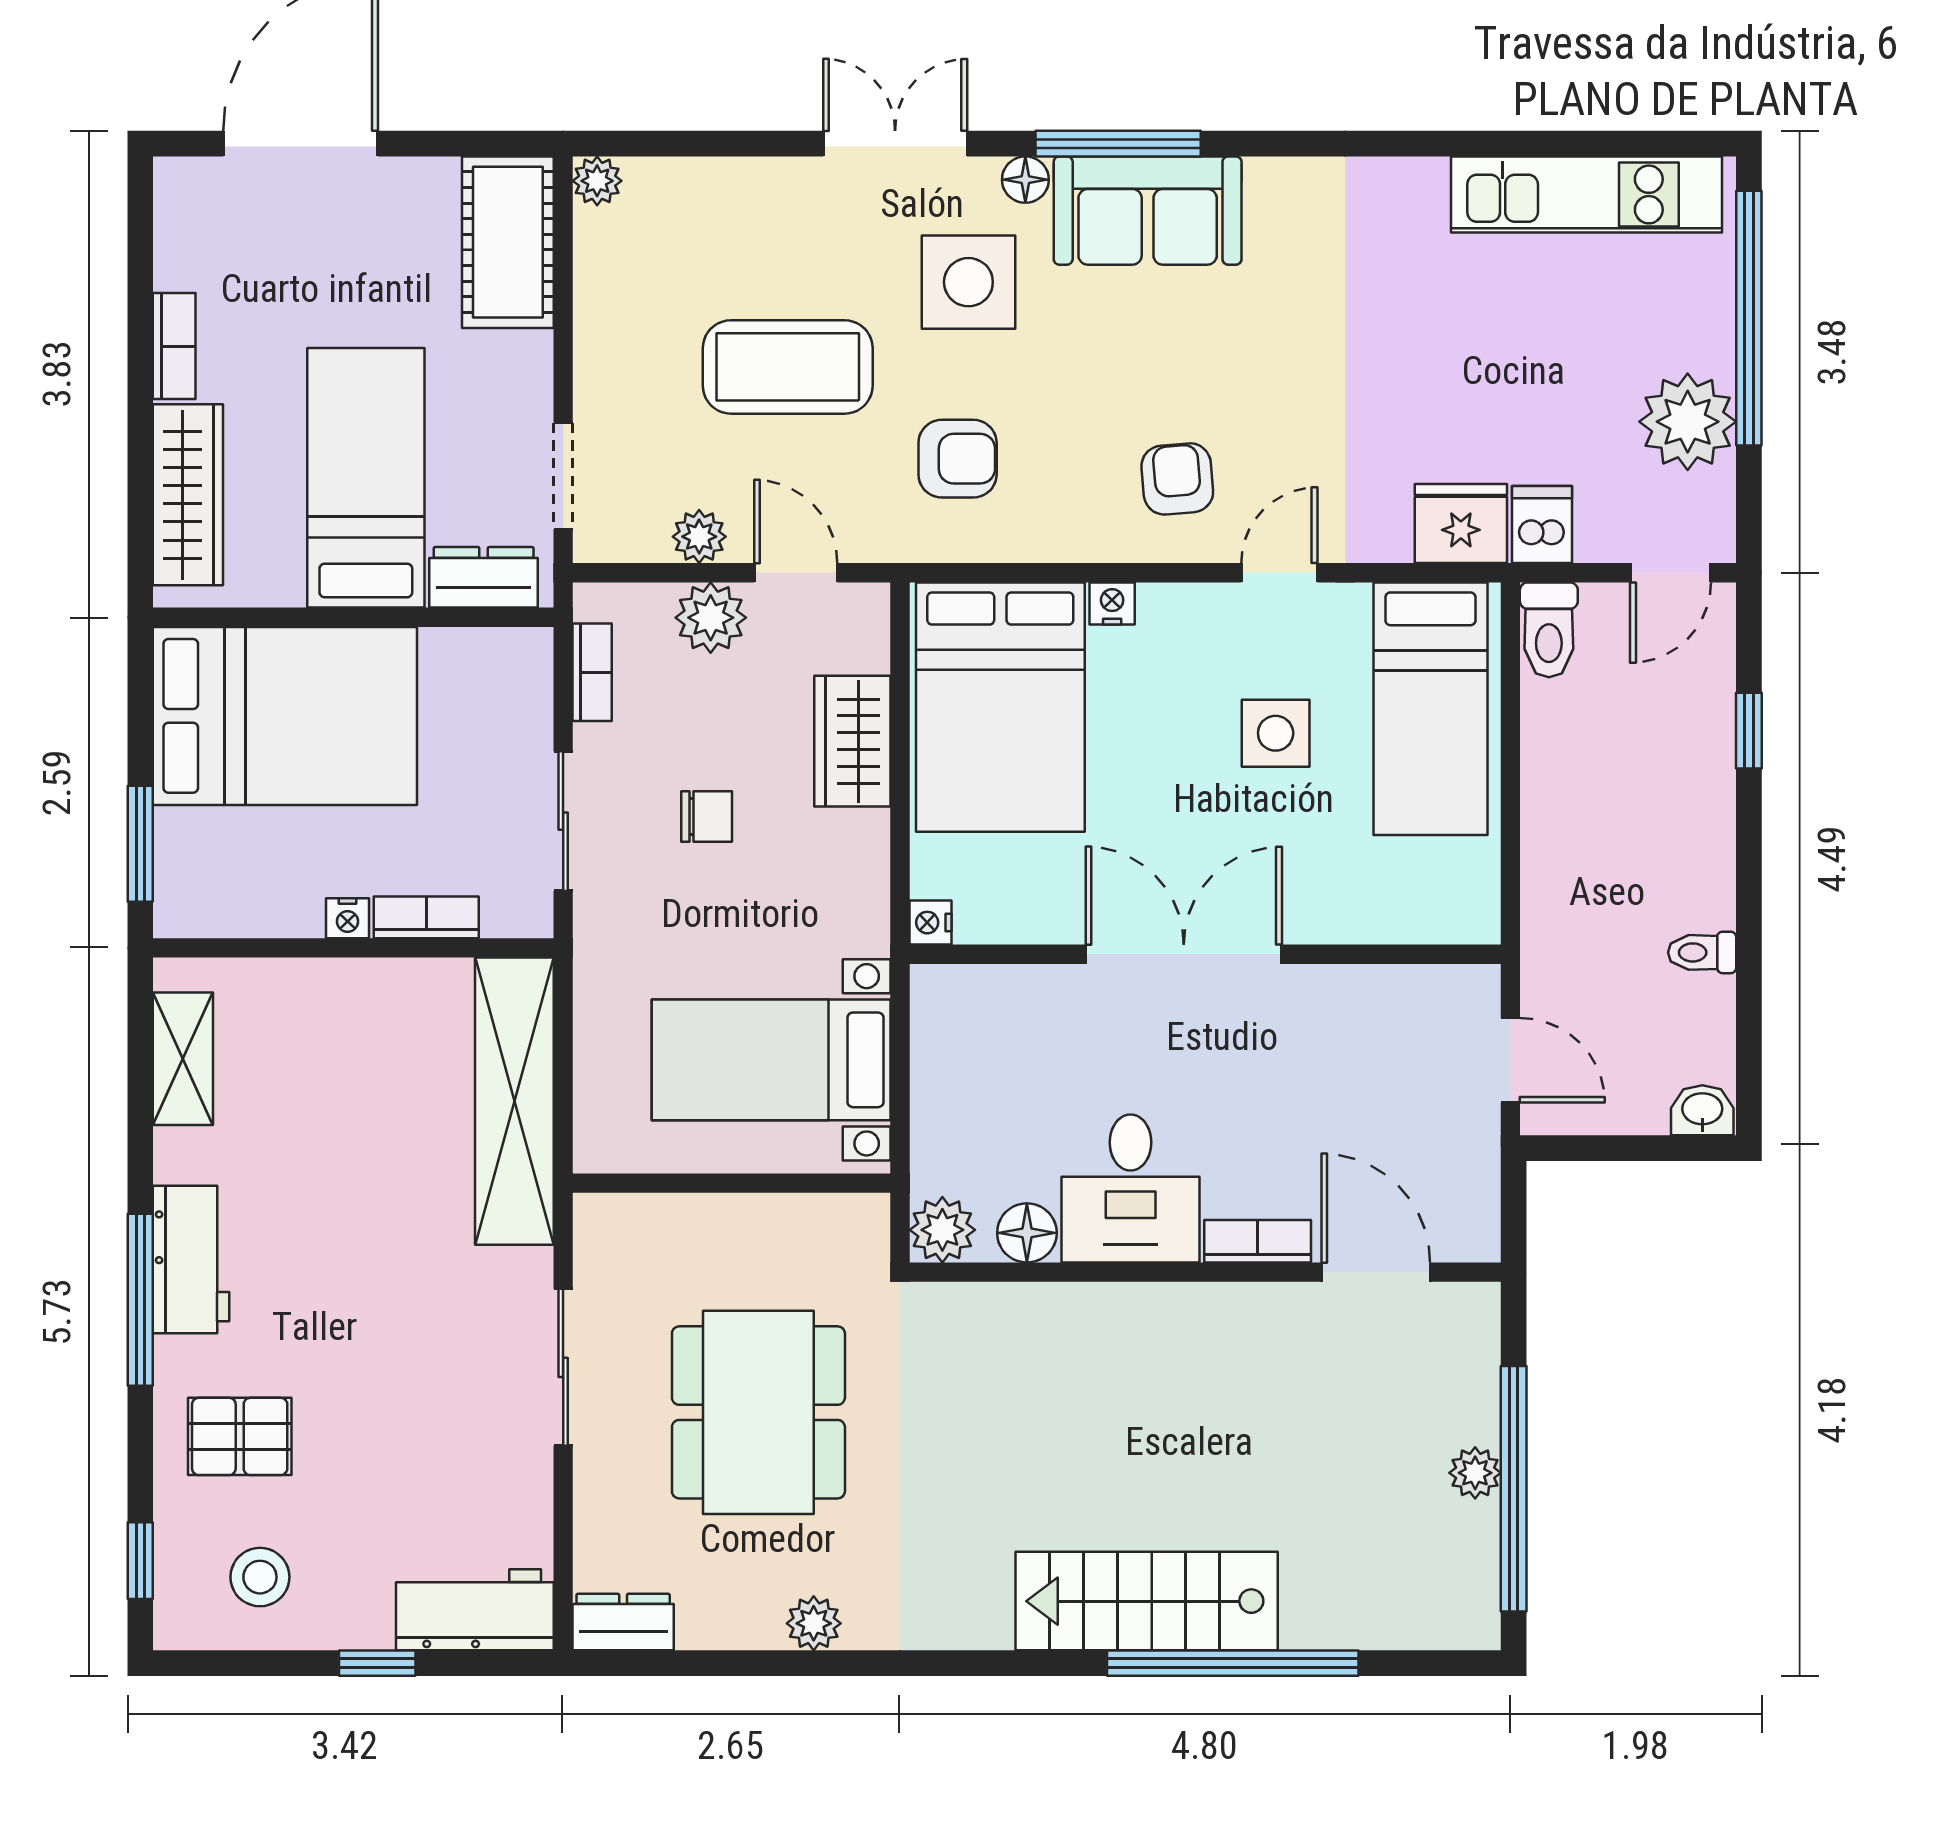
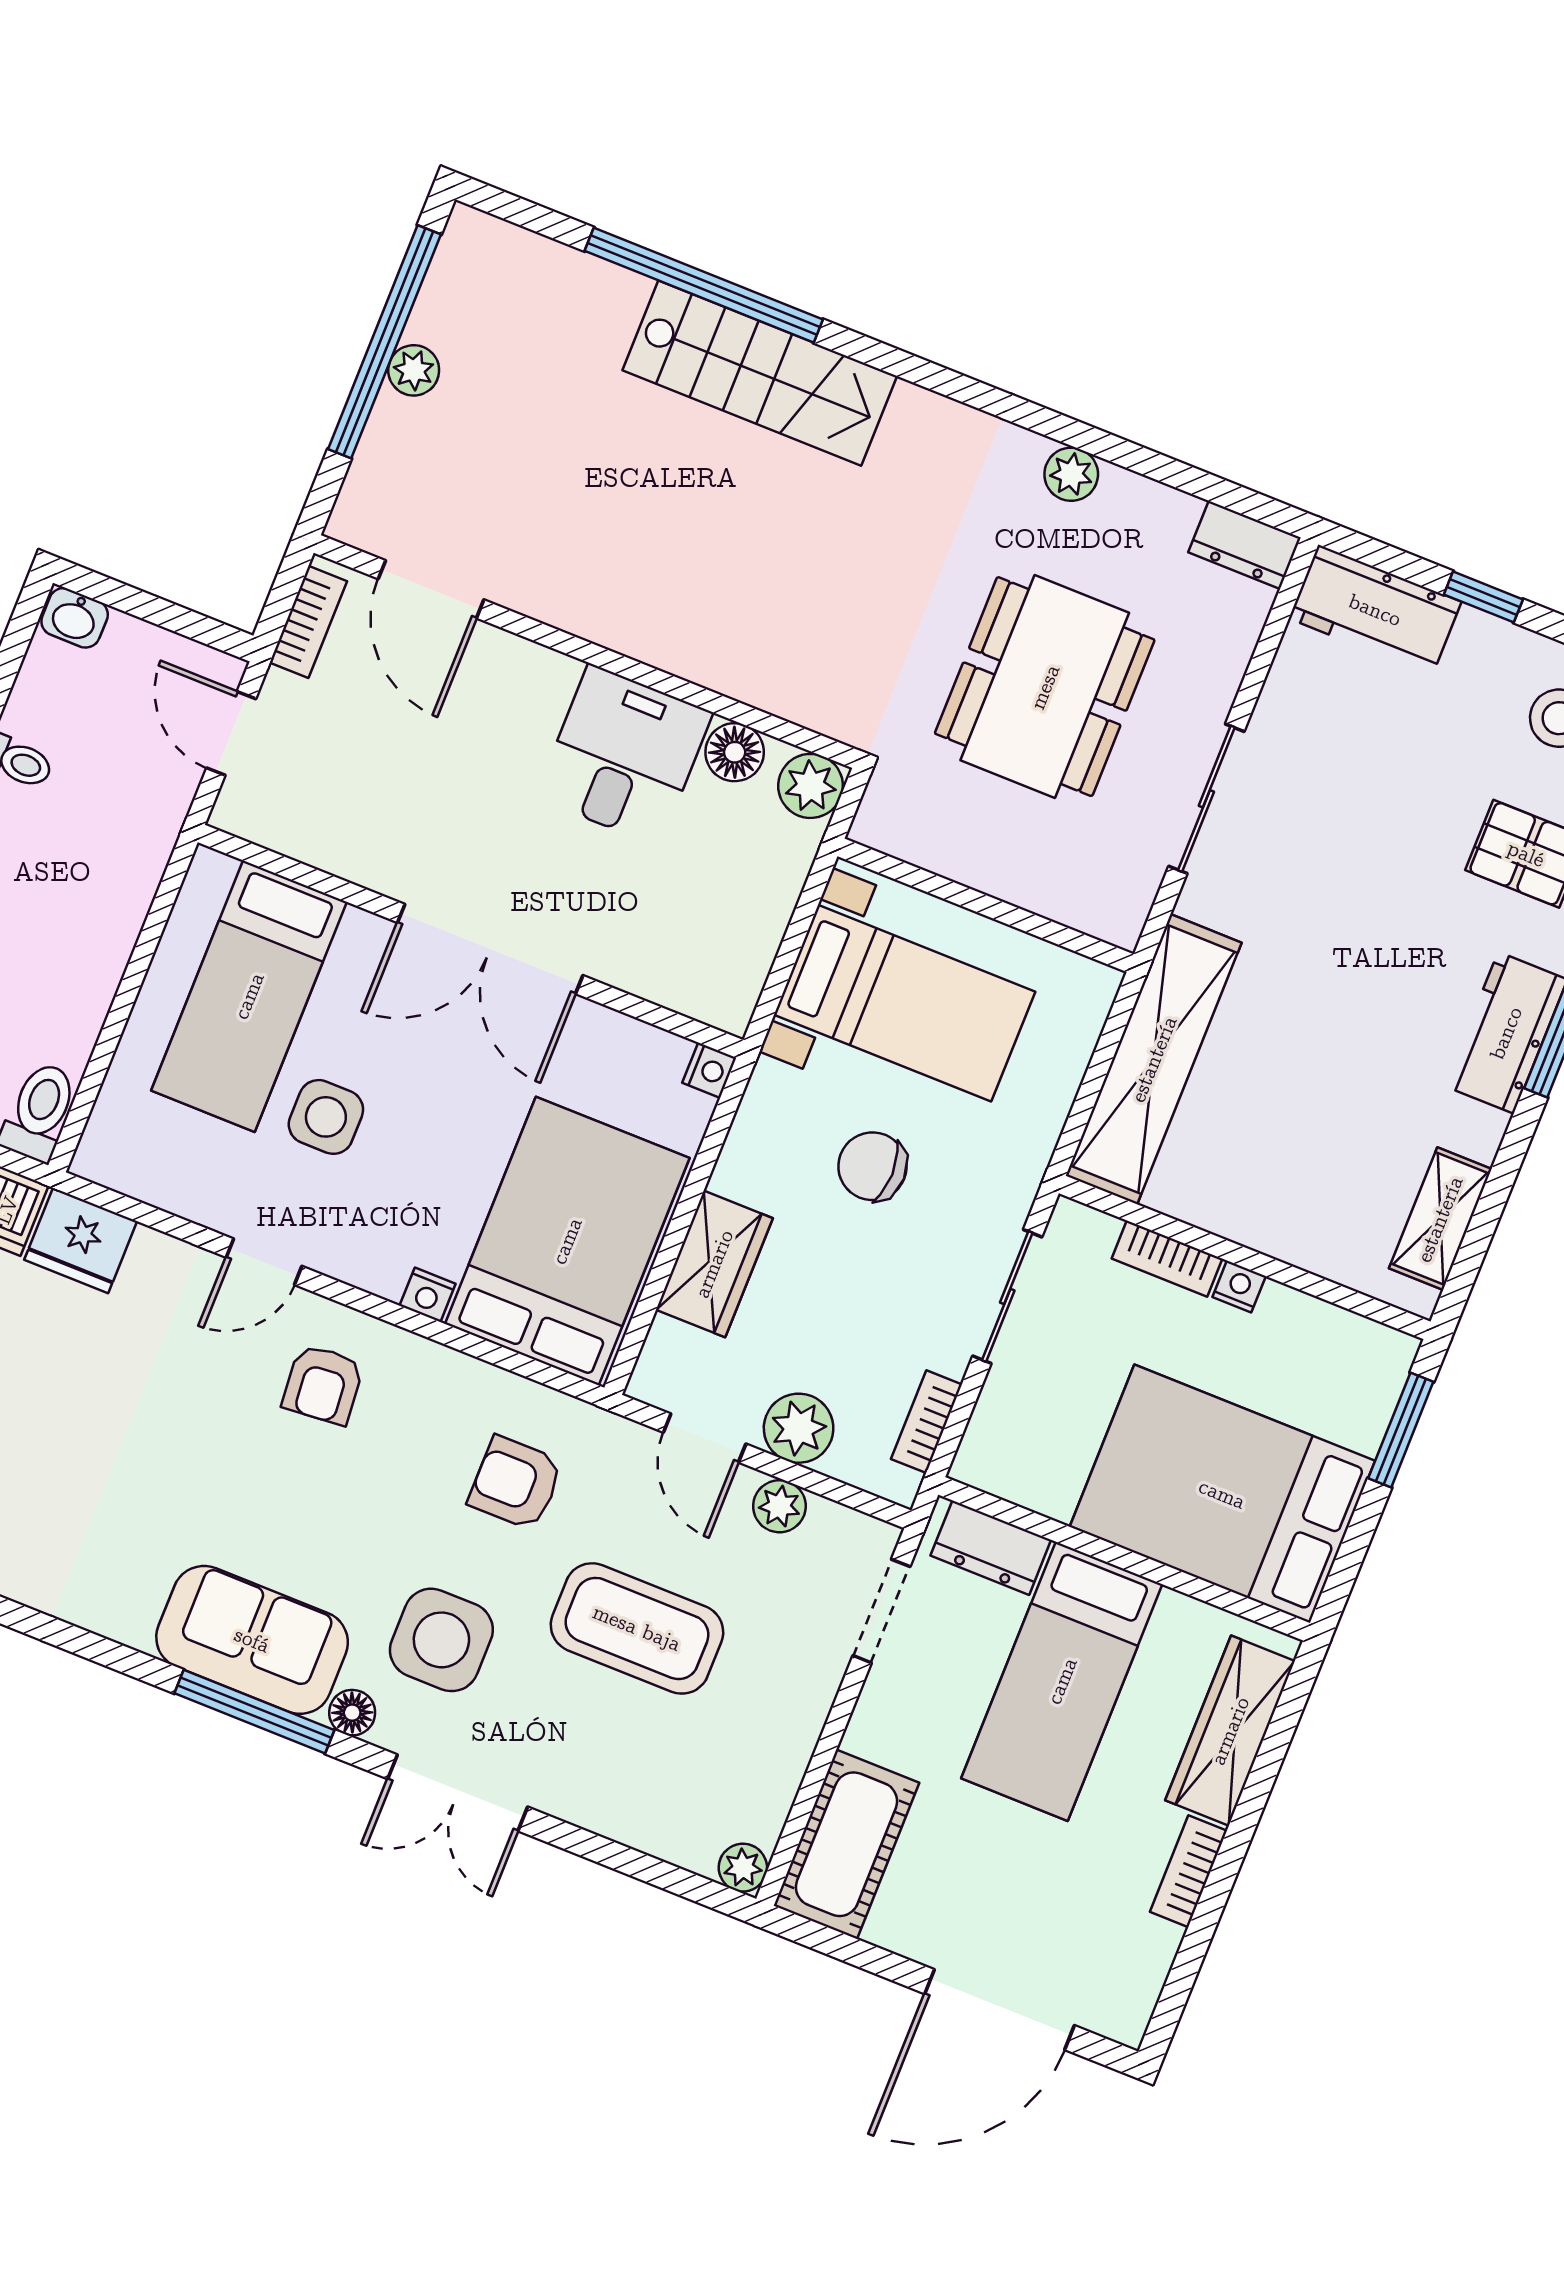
bed: (1430, 709) -> (249, 996), moved, turned 180
chair: (707, 817) -> (872, 1166), moved, width x1.37, depth x1.37
bookcase: (1258, 1241) -> (308, 622), moved, turned -90

